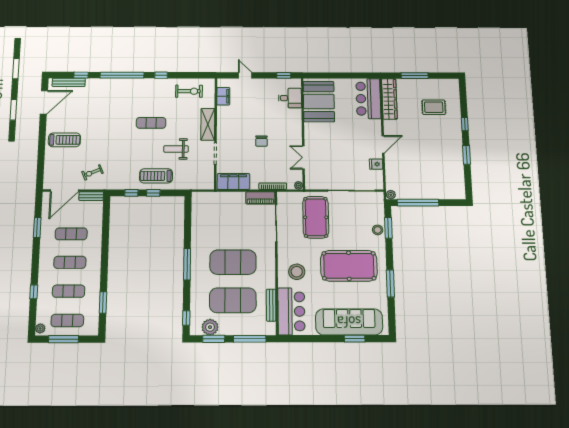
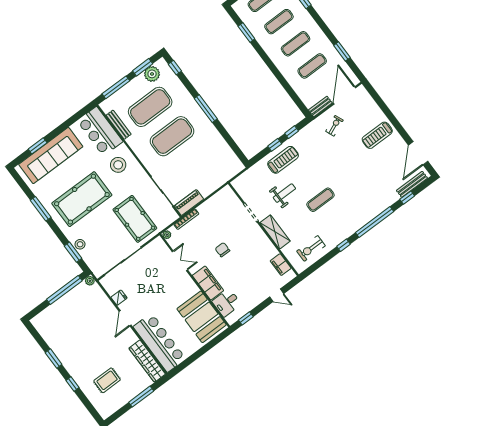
bar counter: (368, 99) -> (159, 343), width x1.36
filing cabinet: (233, 181) -> (208, 283), moved, turned -90

